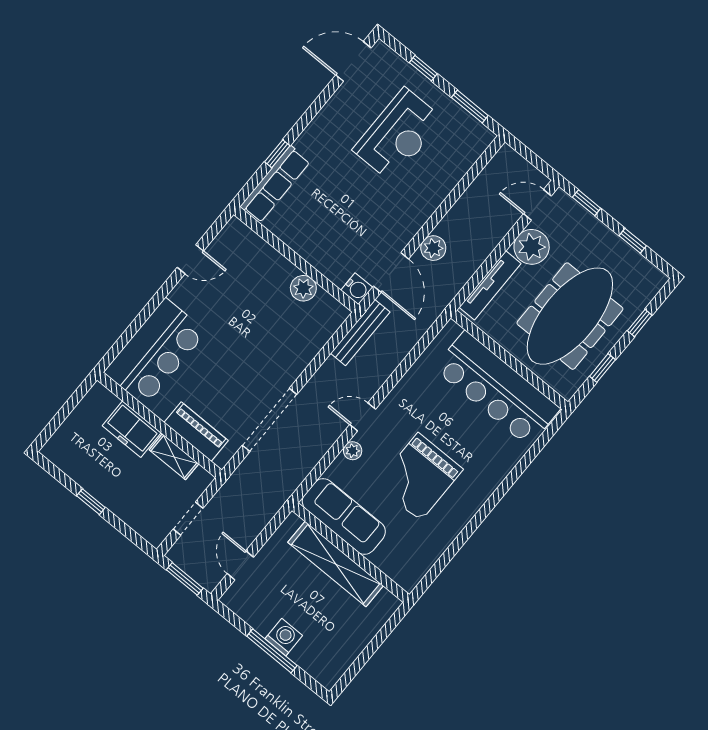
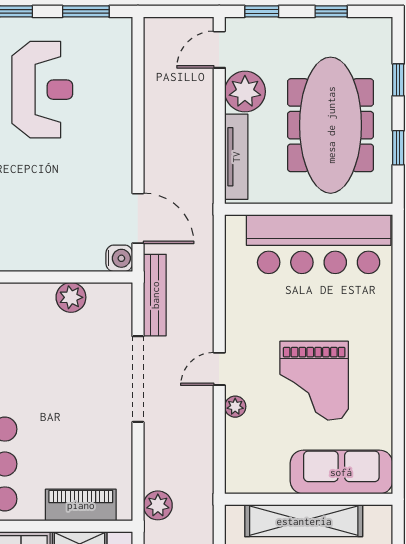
plant: (433, 248) -> (158, 505), moved
doorway: (270, 420) -> (138, 379), moved
sofa: (344, 516) -> (341, 472), moved

